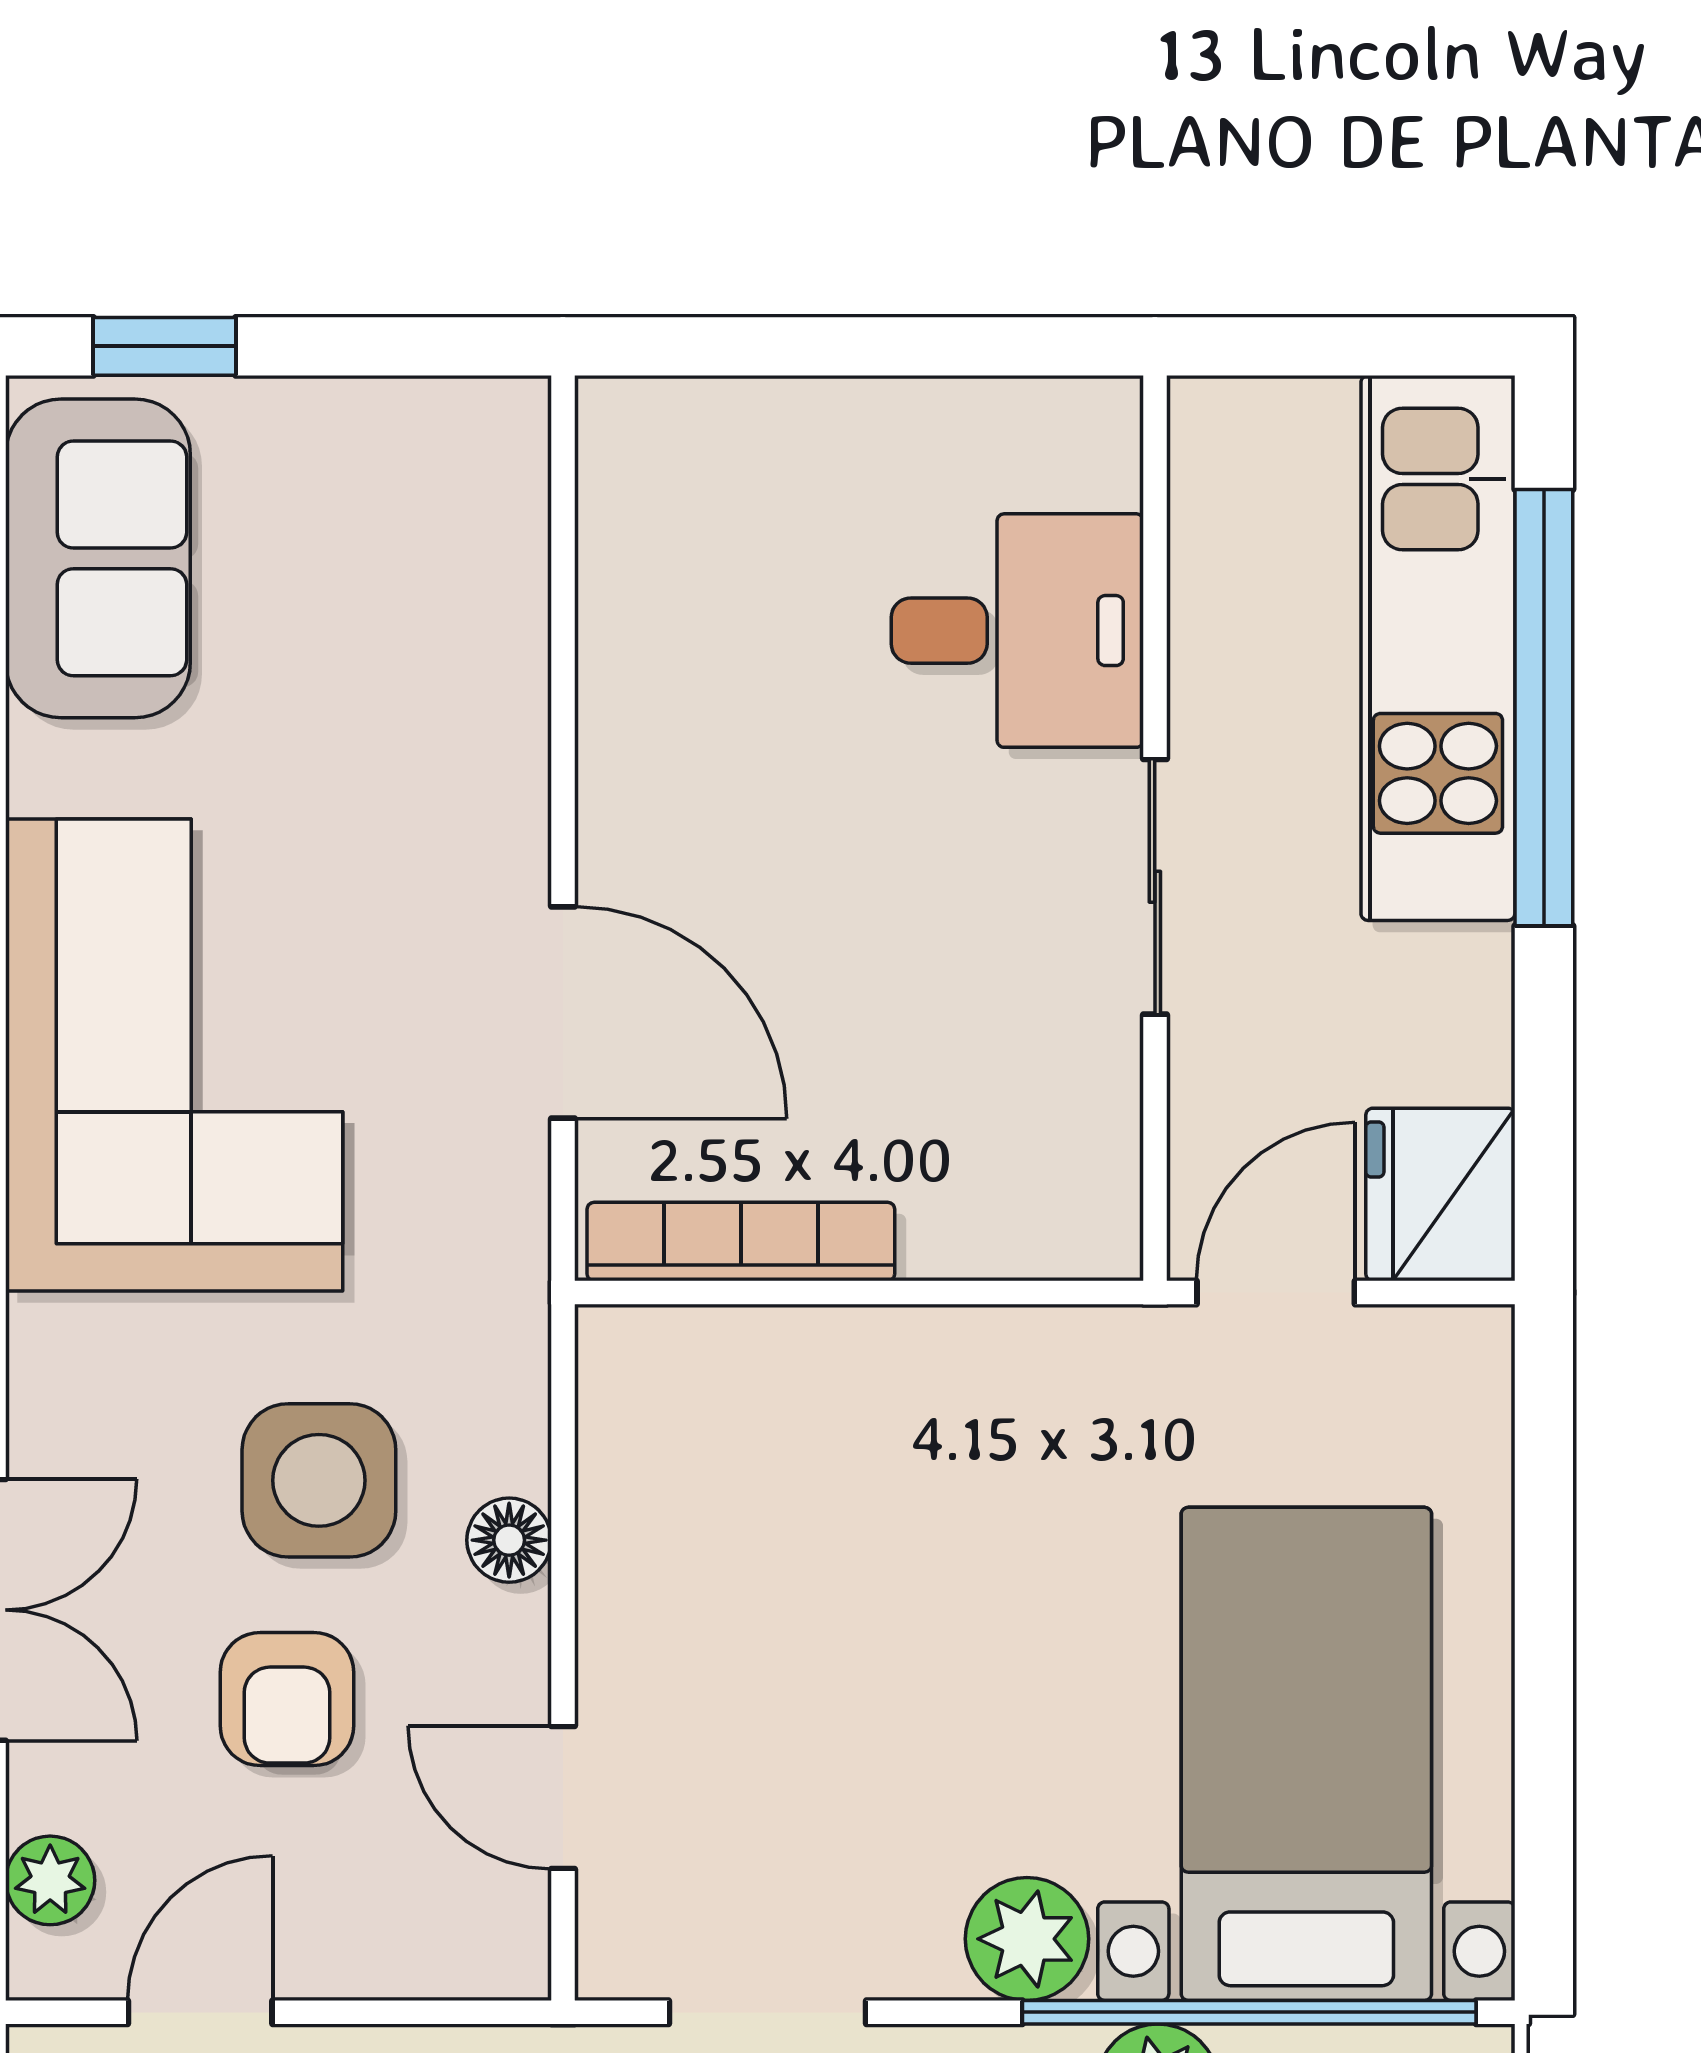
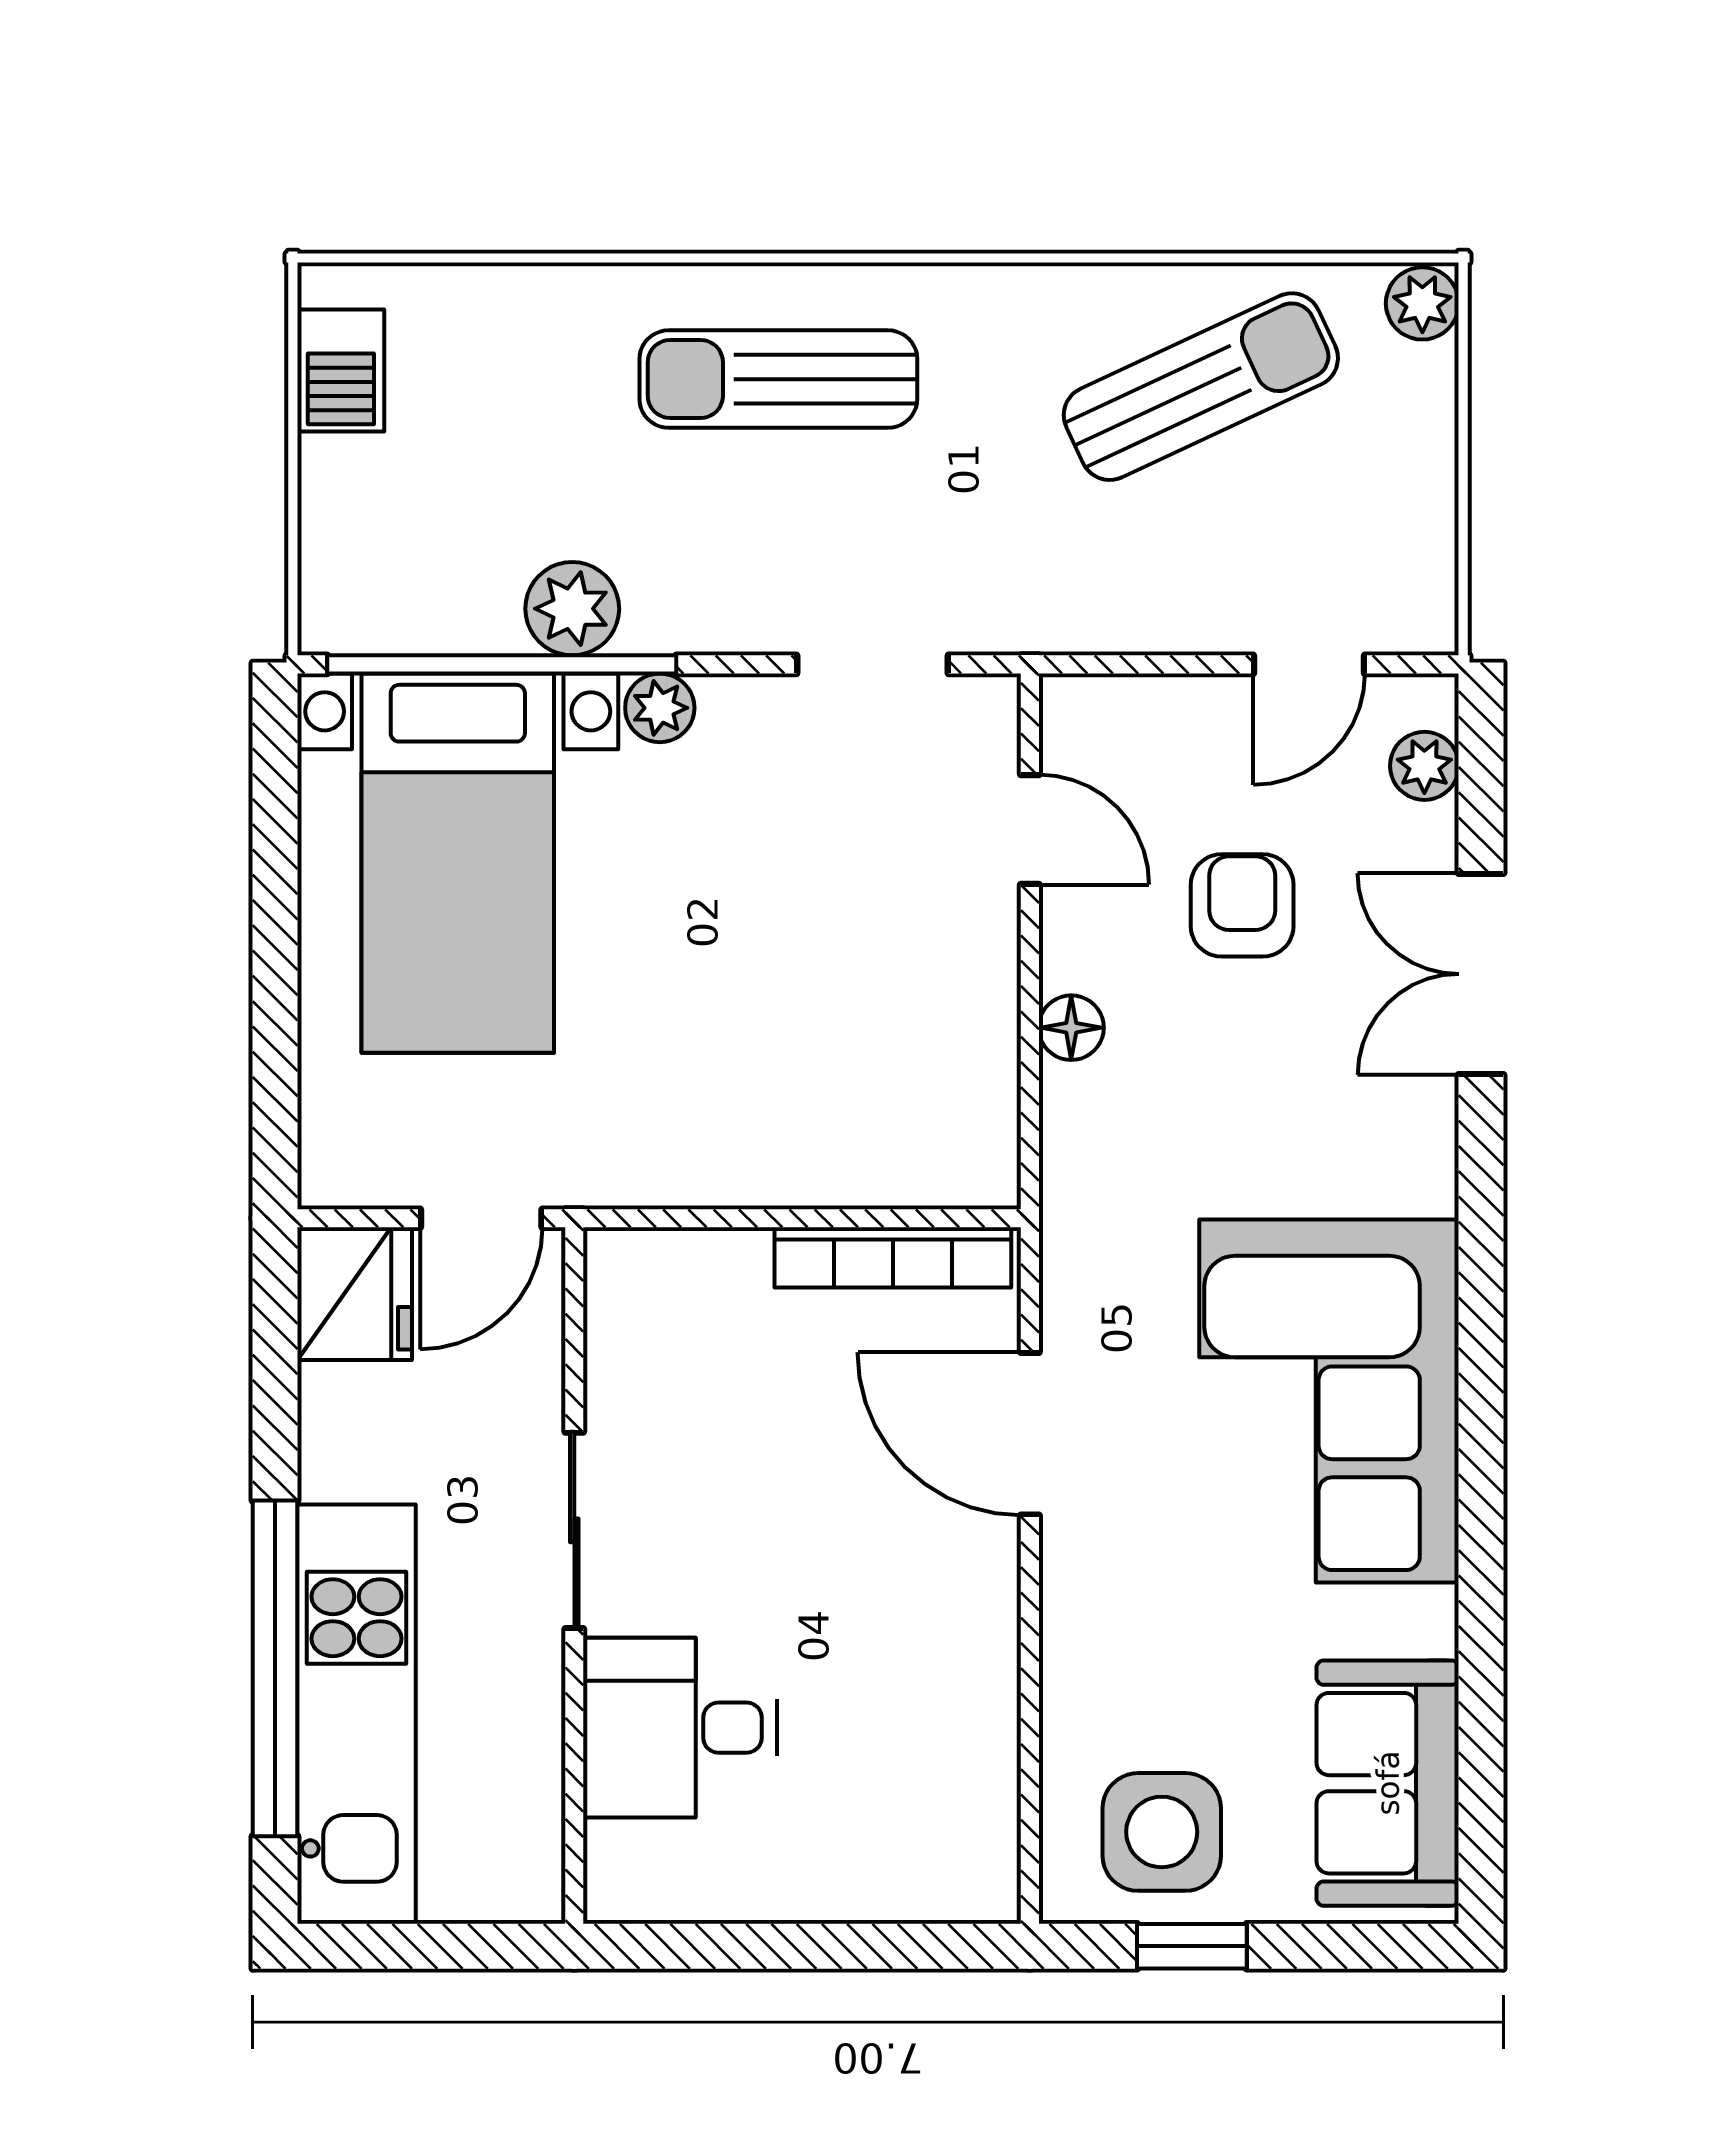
window: (164, 346) -> (1192, 1946), moved
side table: (319, 1480) -> (1162, 1832), moved
plant: (1027, 1939) -> (660, 708), width x0.73, depth x0.73

